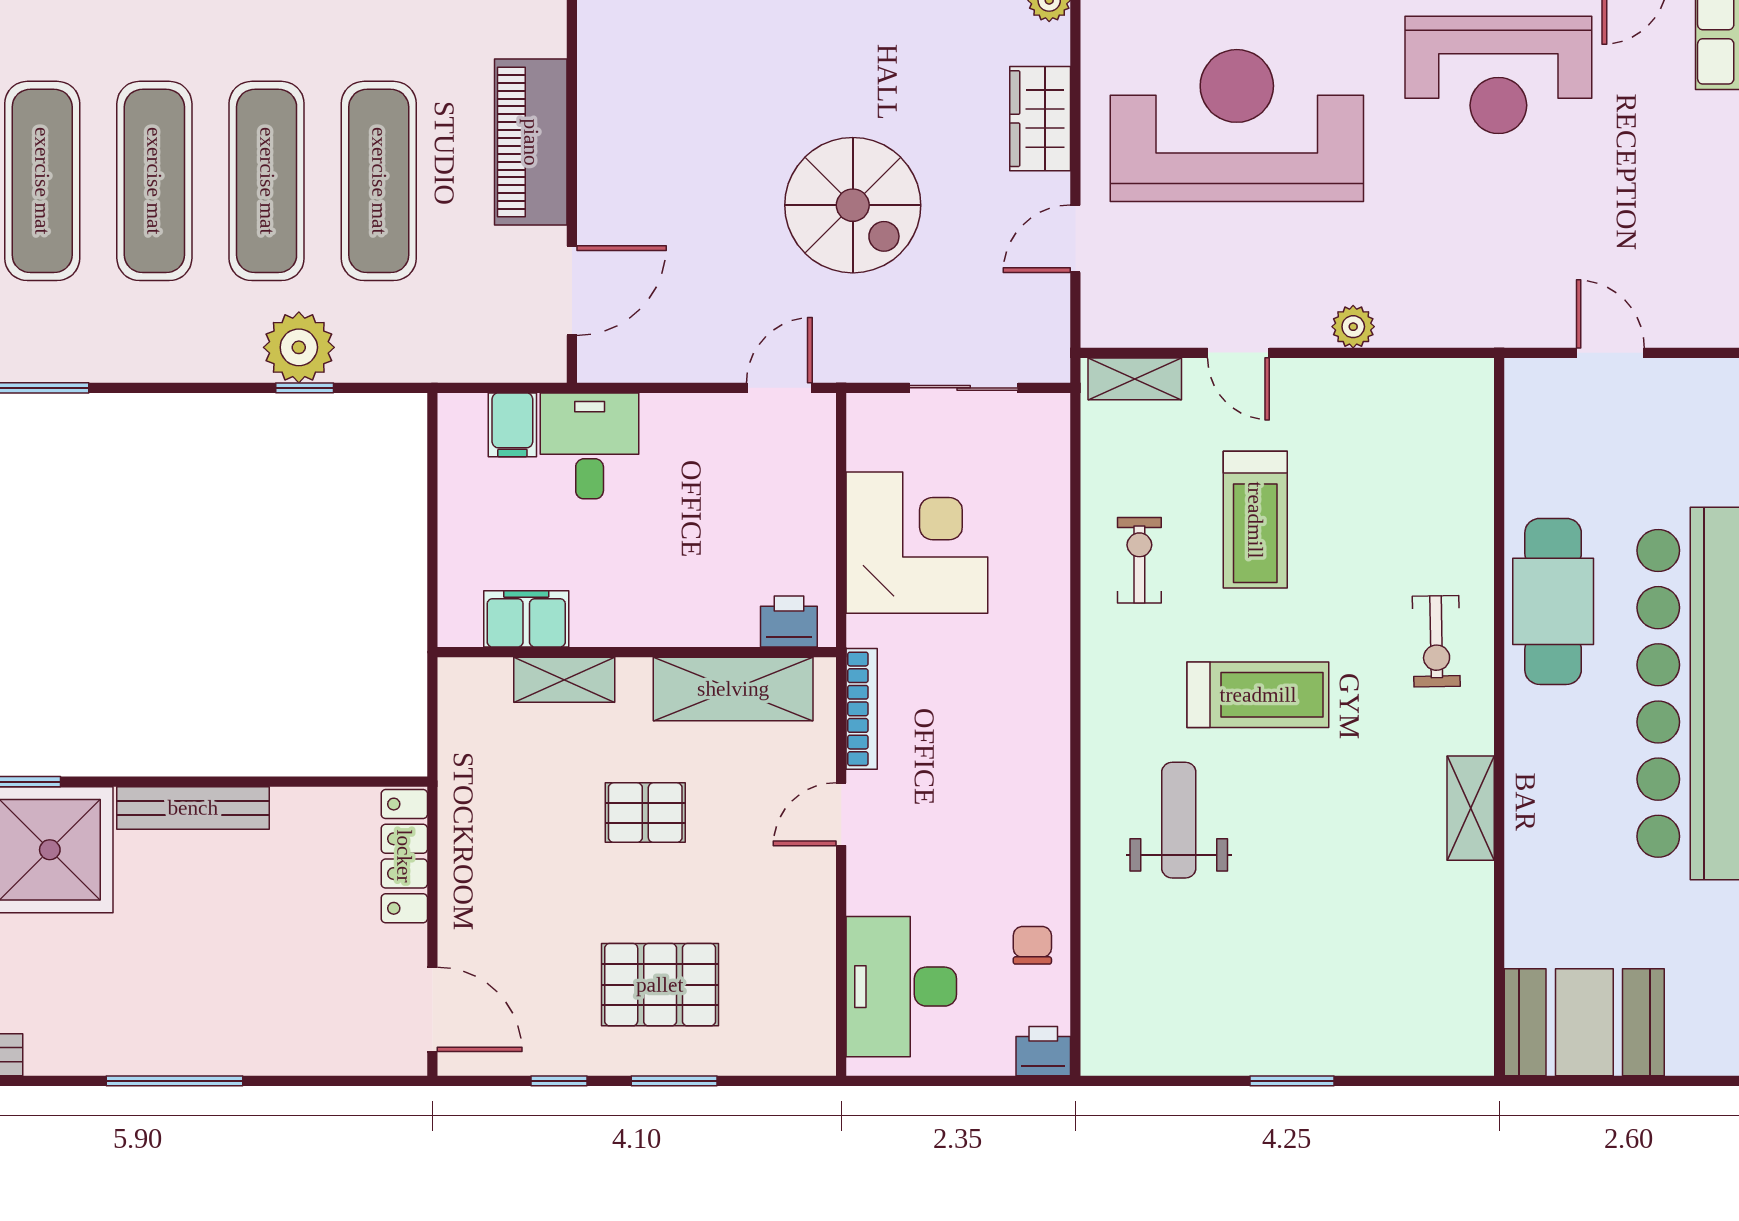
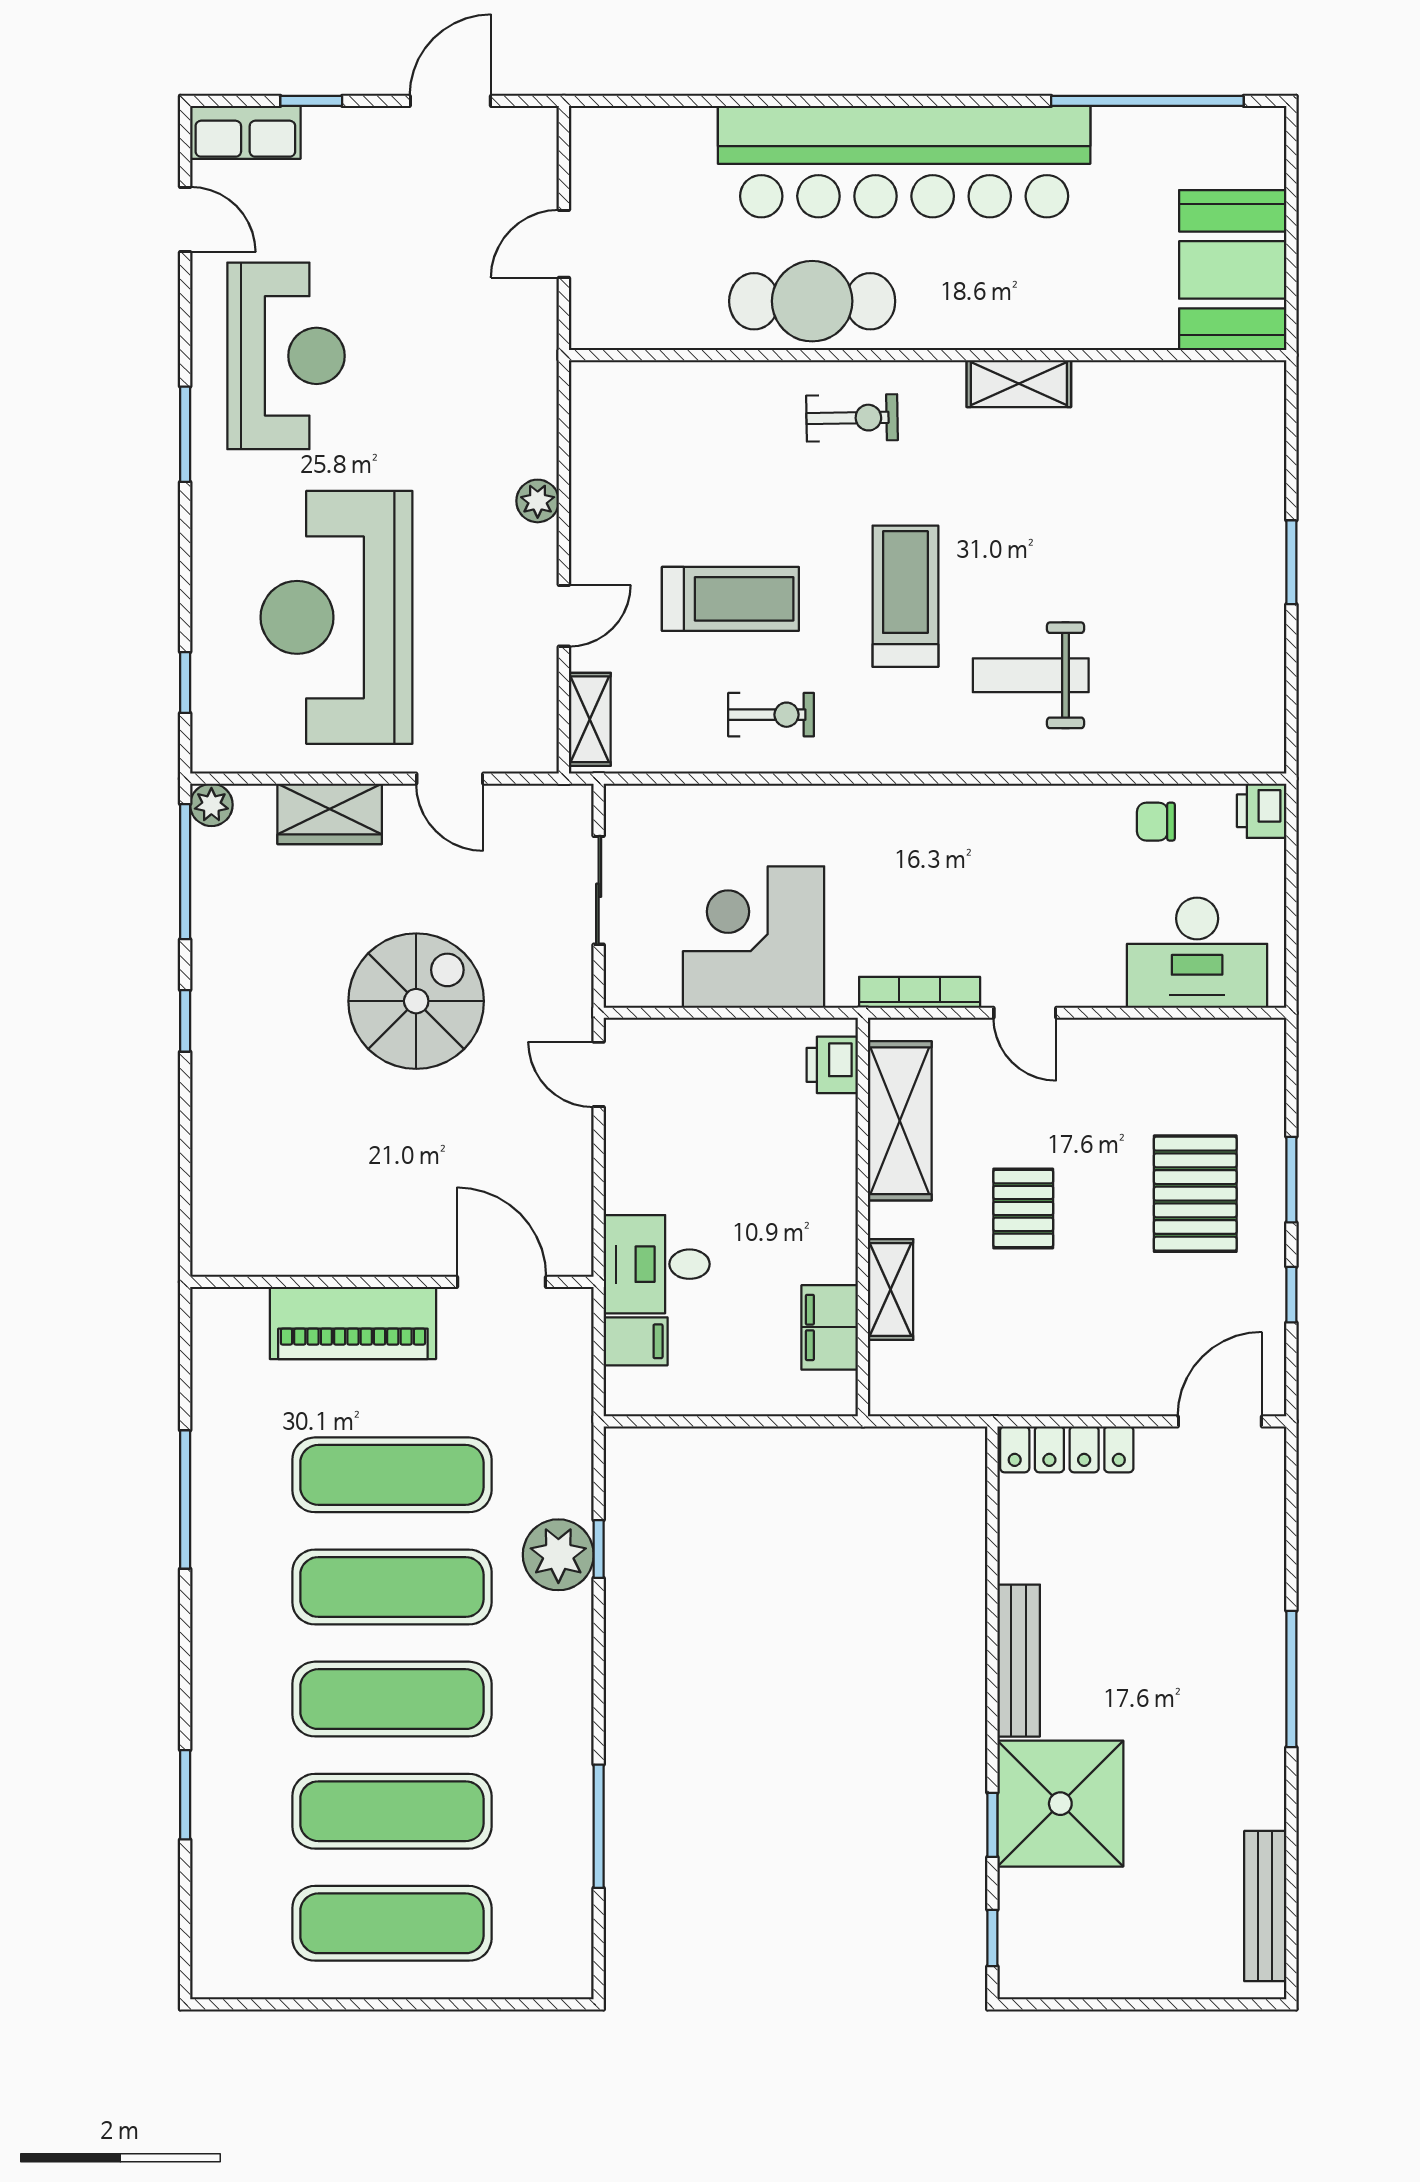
exercise bike: (1139, 560) -> (771, 715), turned 180

